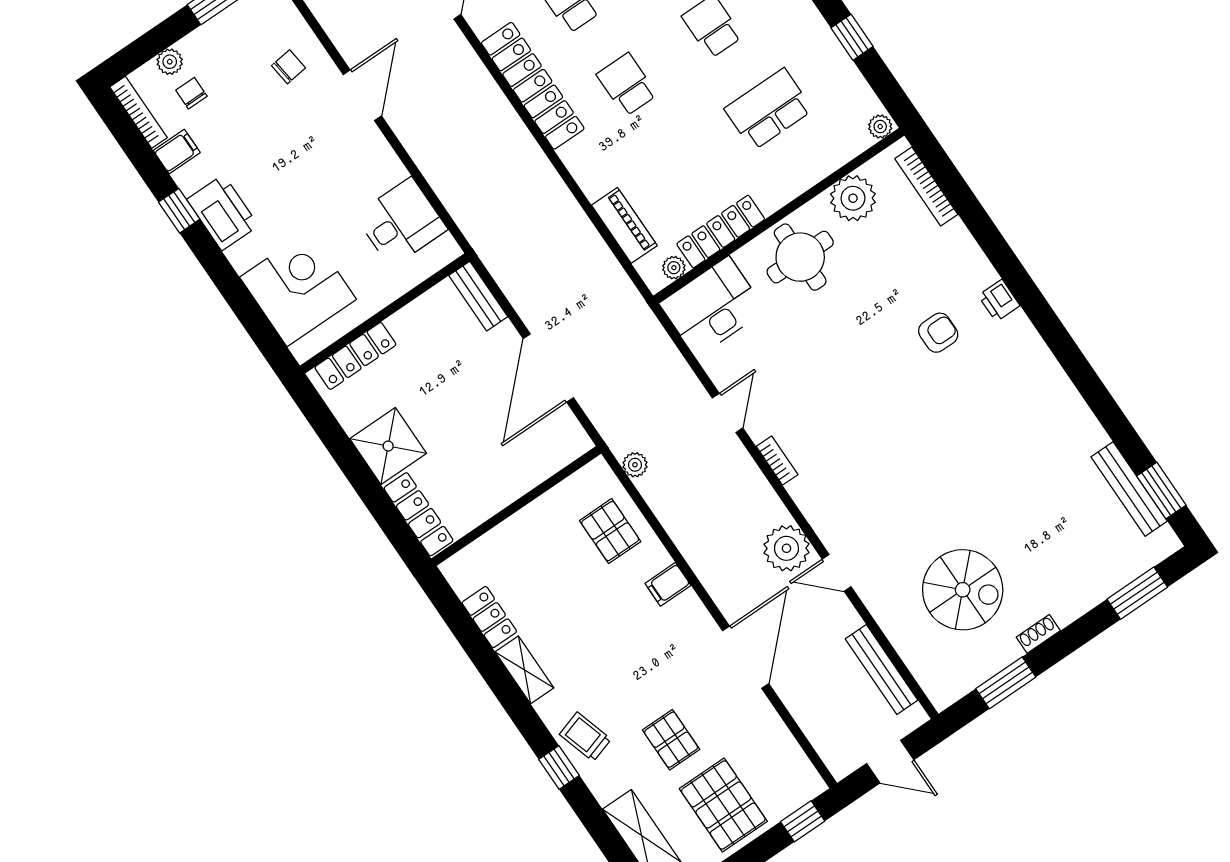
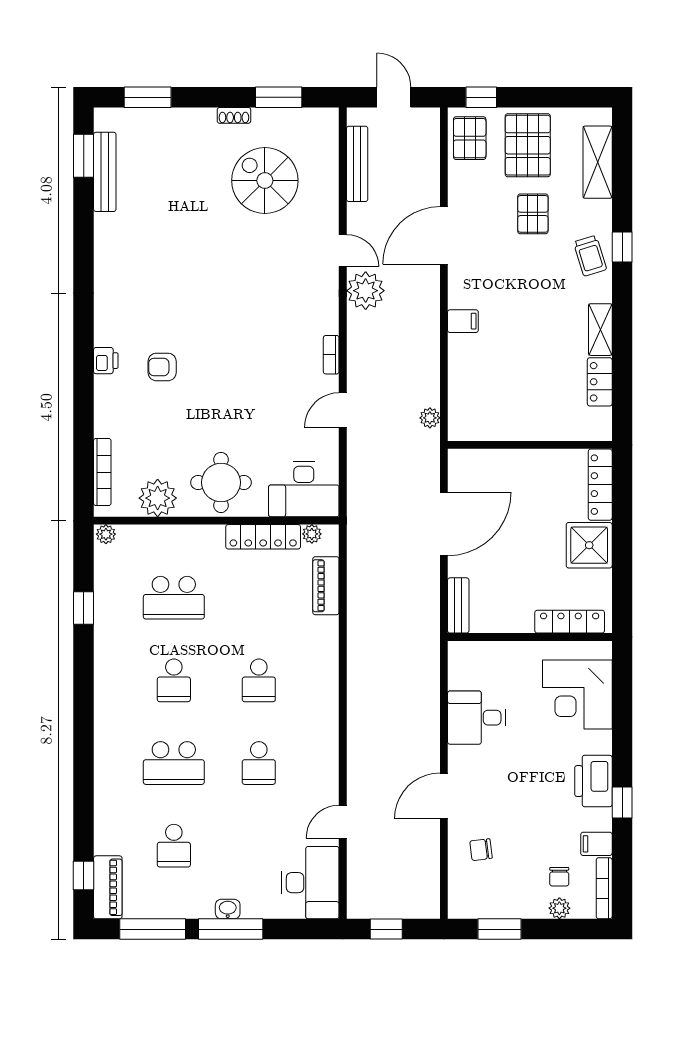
locker: (533, 86) -> (323, 723), removed
desk: (401, 222) -> (477, 718), moved
pallet: (610, 531) -> (470, 138), moved

